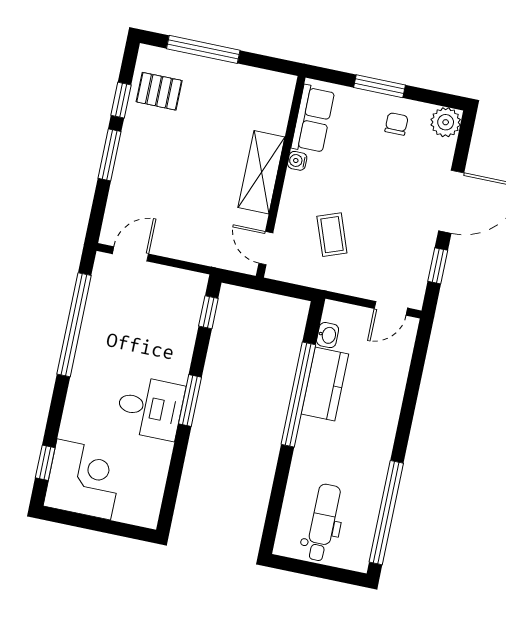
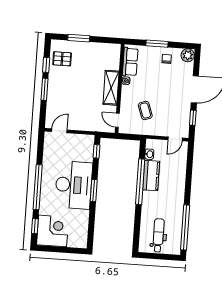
window: (203, 49) -> (79, 38), width x0.69
window: (74, 325) -> (38, 187), moved
desk: (150, 408) -> (74, 185), width x1.87, depth x1.30

